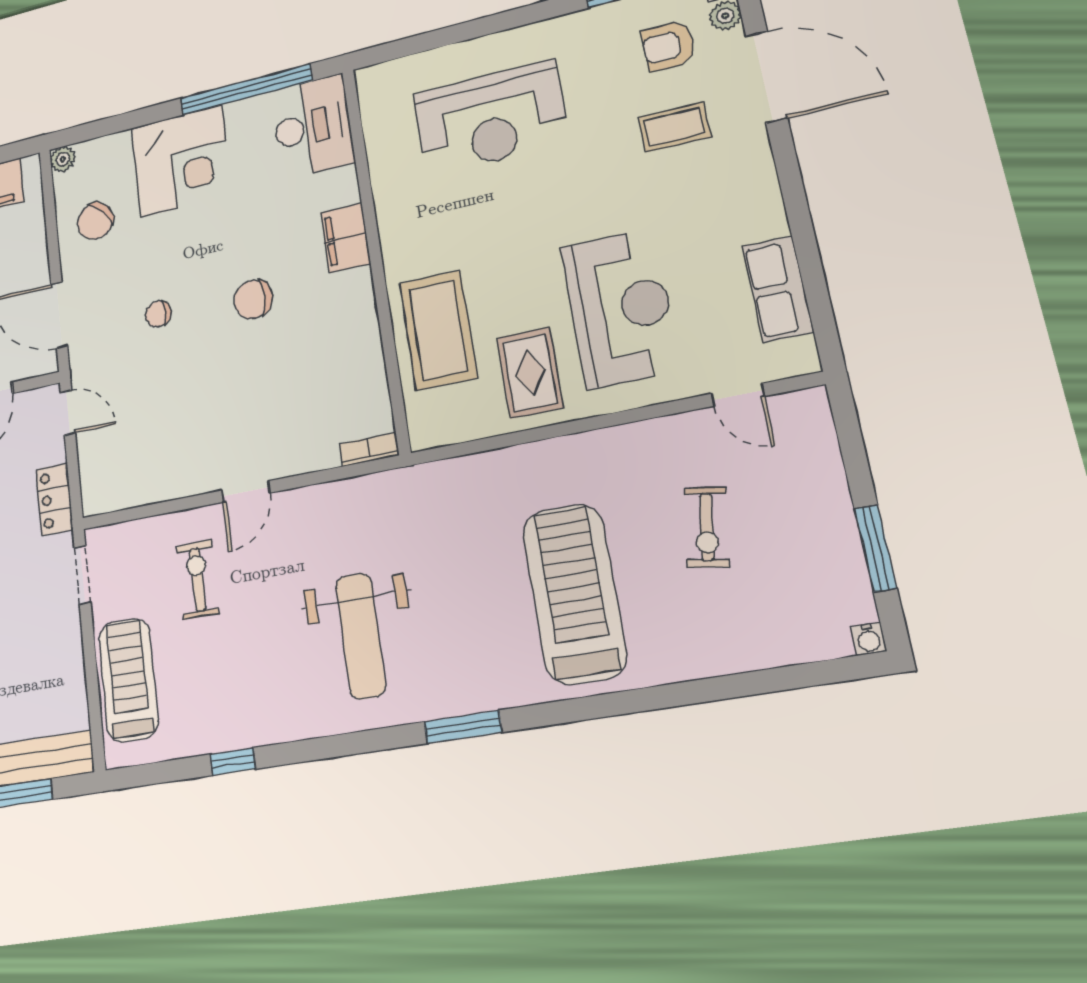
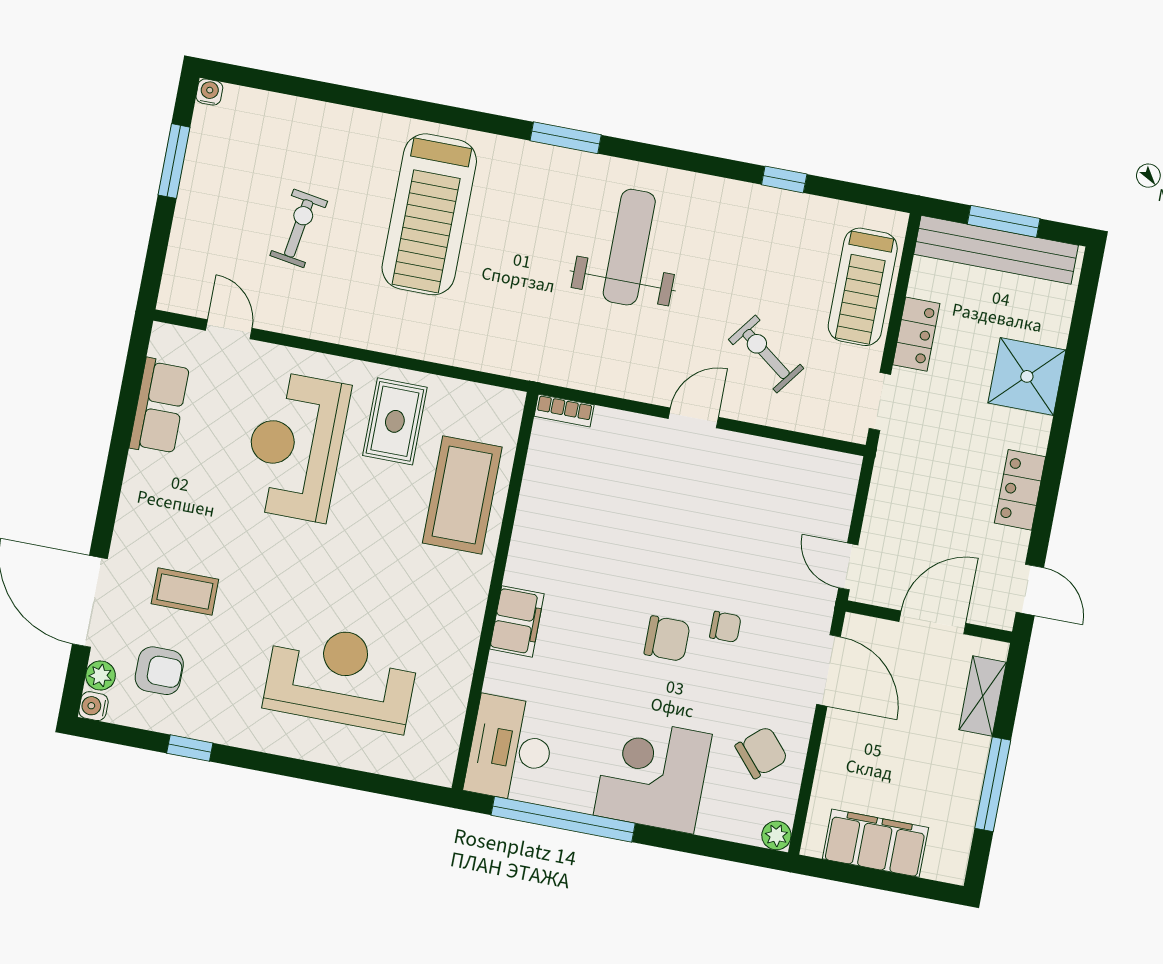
chair: (253, 299) -> (667, 639), moved
locker: (55, 499) -> (916, 334), moved
exercise bike: (198, 580) -> (766, 354), turned 127

